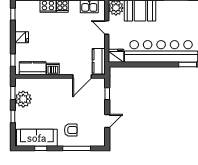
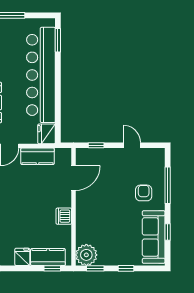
kitchen counter: (99, 61) -> (38, 156), moved
kitchen counter: (33, 68) -> (48, 257), moved, turned 90
door: (82, 76) -> (74, 178), hinge flipped
plant: (23, 99) -> (86, 255), moved

